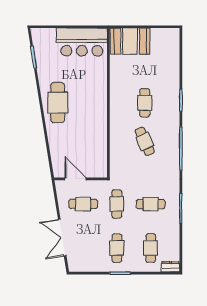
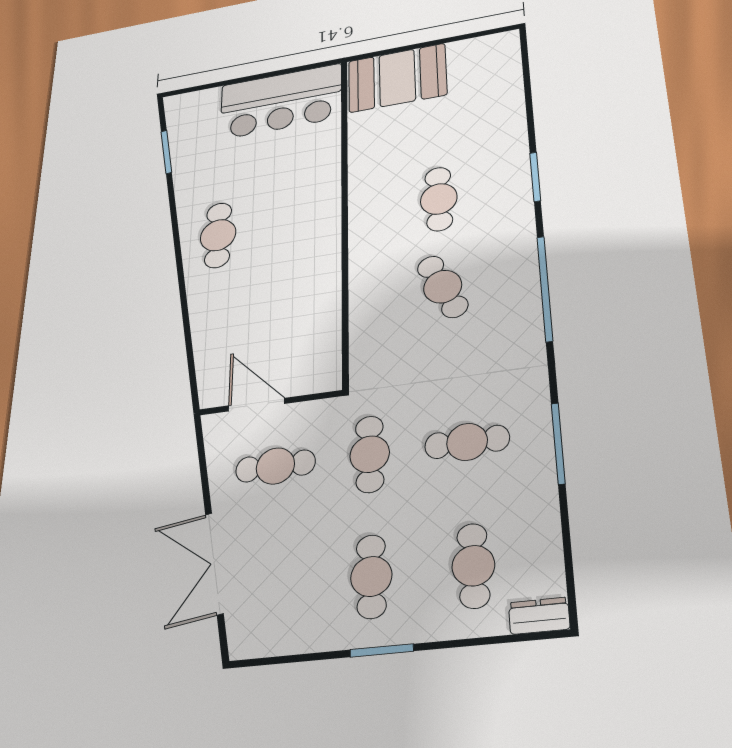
cafe table: (58, 103) -> (218, 235), width x0.73, depth x0.74

